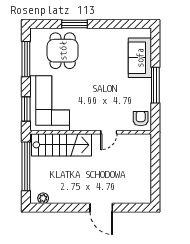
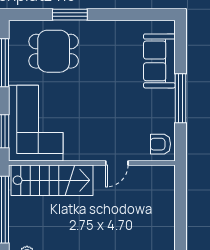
dining table: (63, 51) -> (54, 51), turned 90
armchair: (141, 119) -> (160, 144), turned -90

